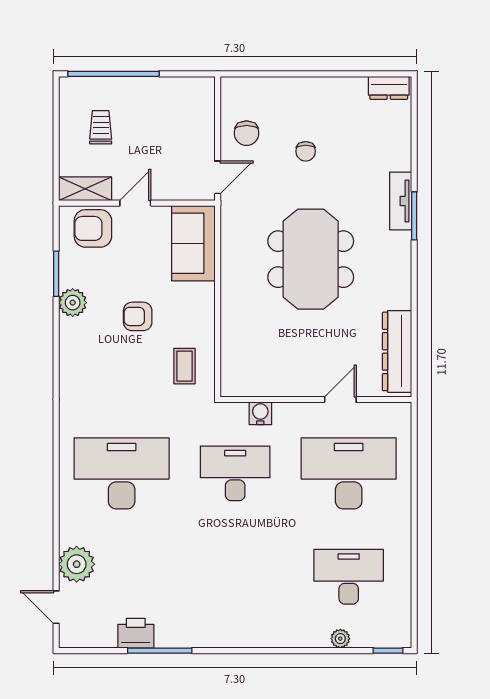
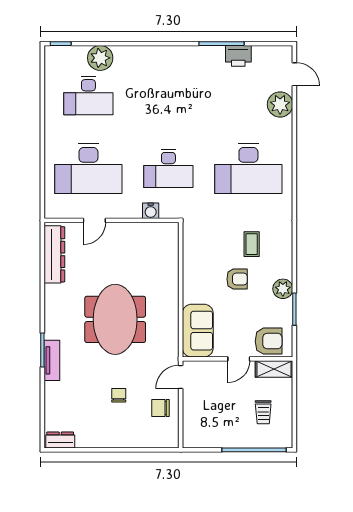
chair: (247, 133) -> (160, 408), turned -90
coffee table: (184, 366) -> (252, 244), moved
plant: (340, 639) -> (100, 58), width x1.88, depth x1.88

